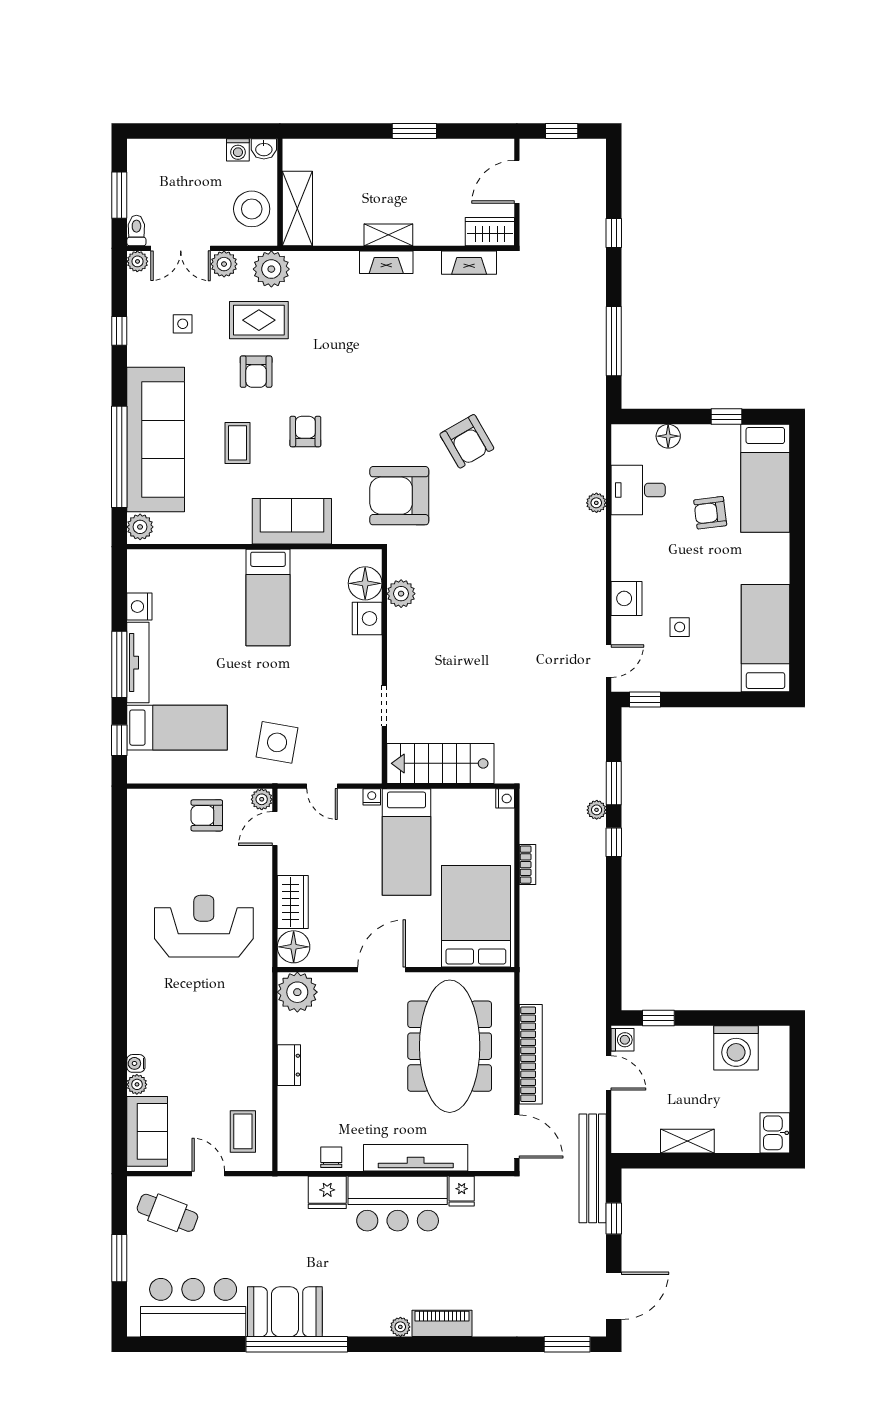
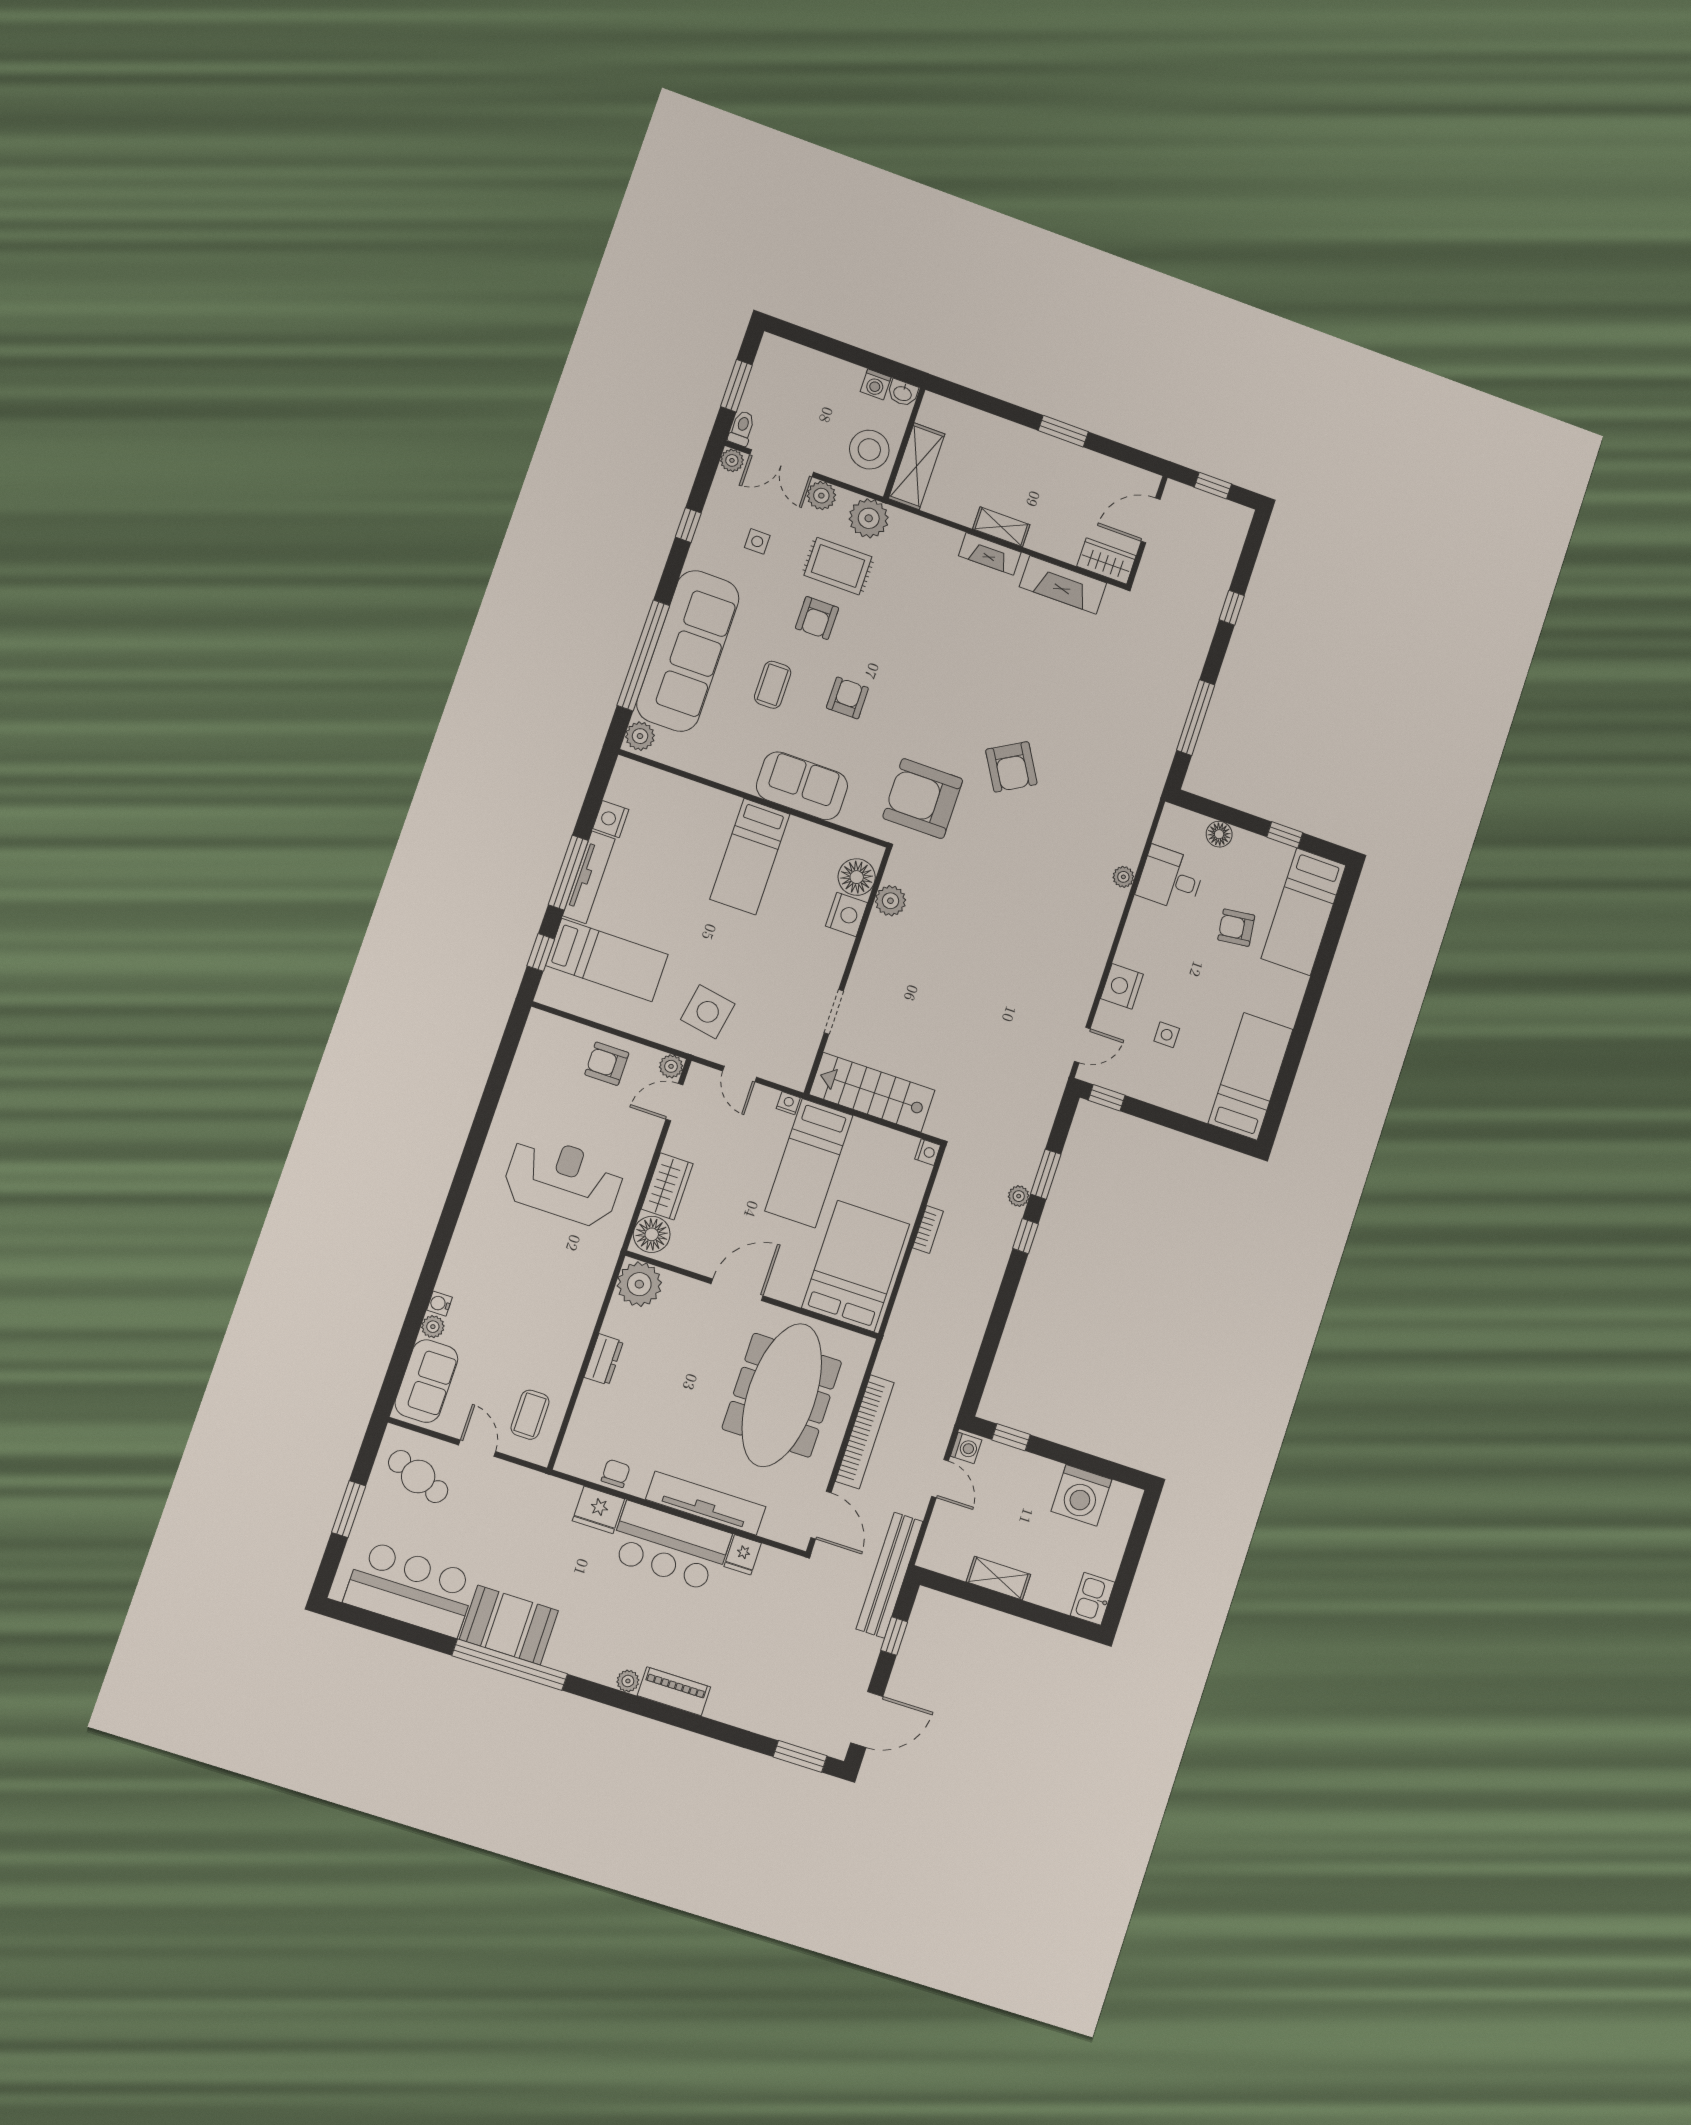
fireplace: (469, 263) -> (1063, 585), width x1.37, depth x1.32

